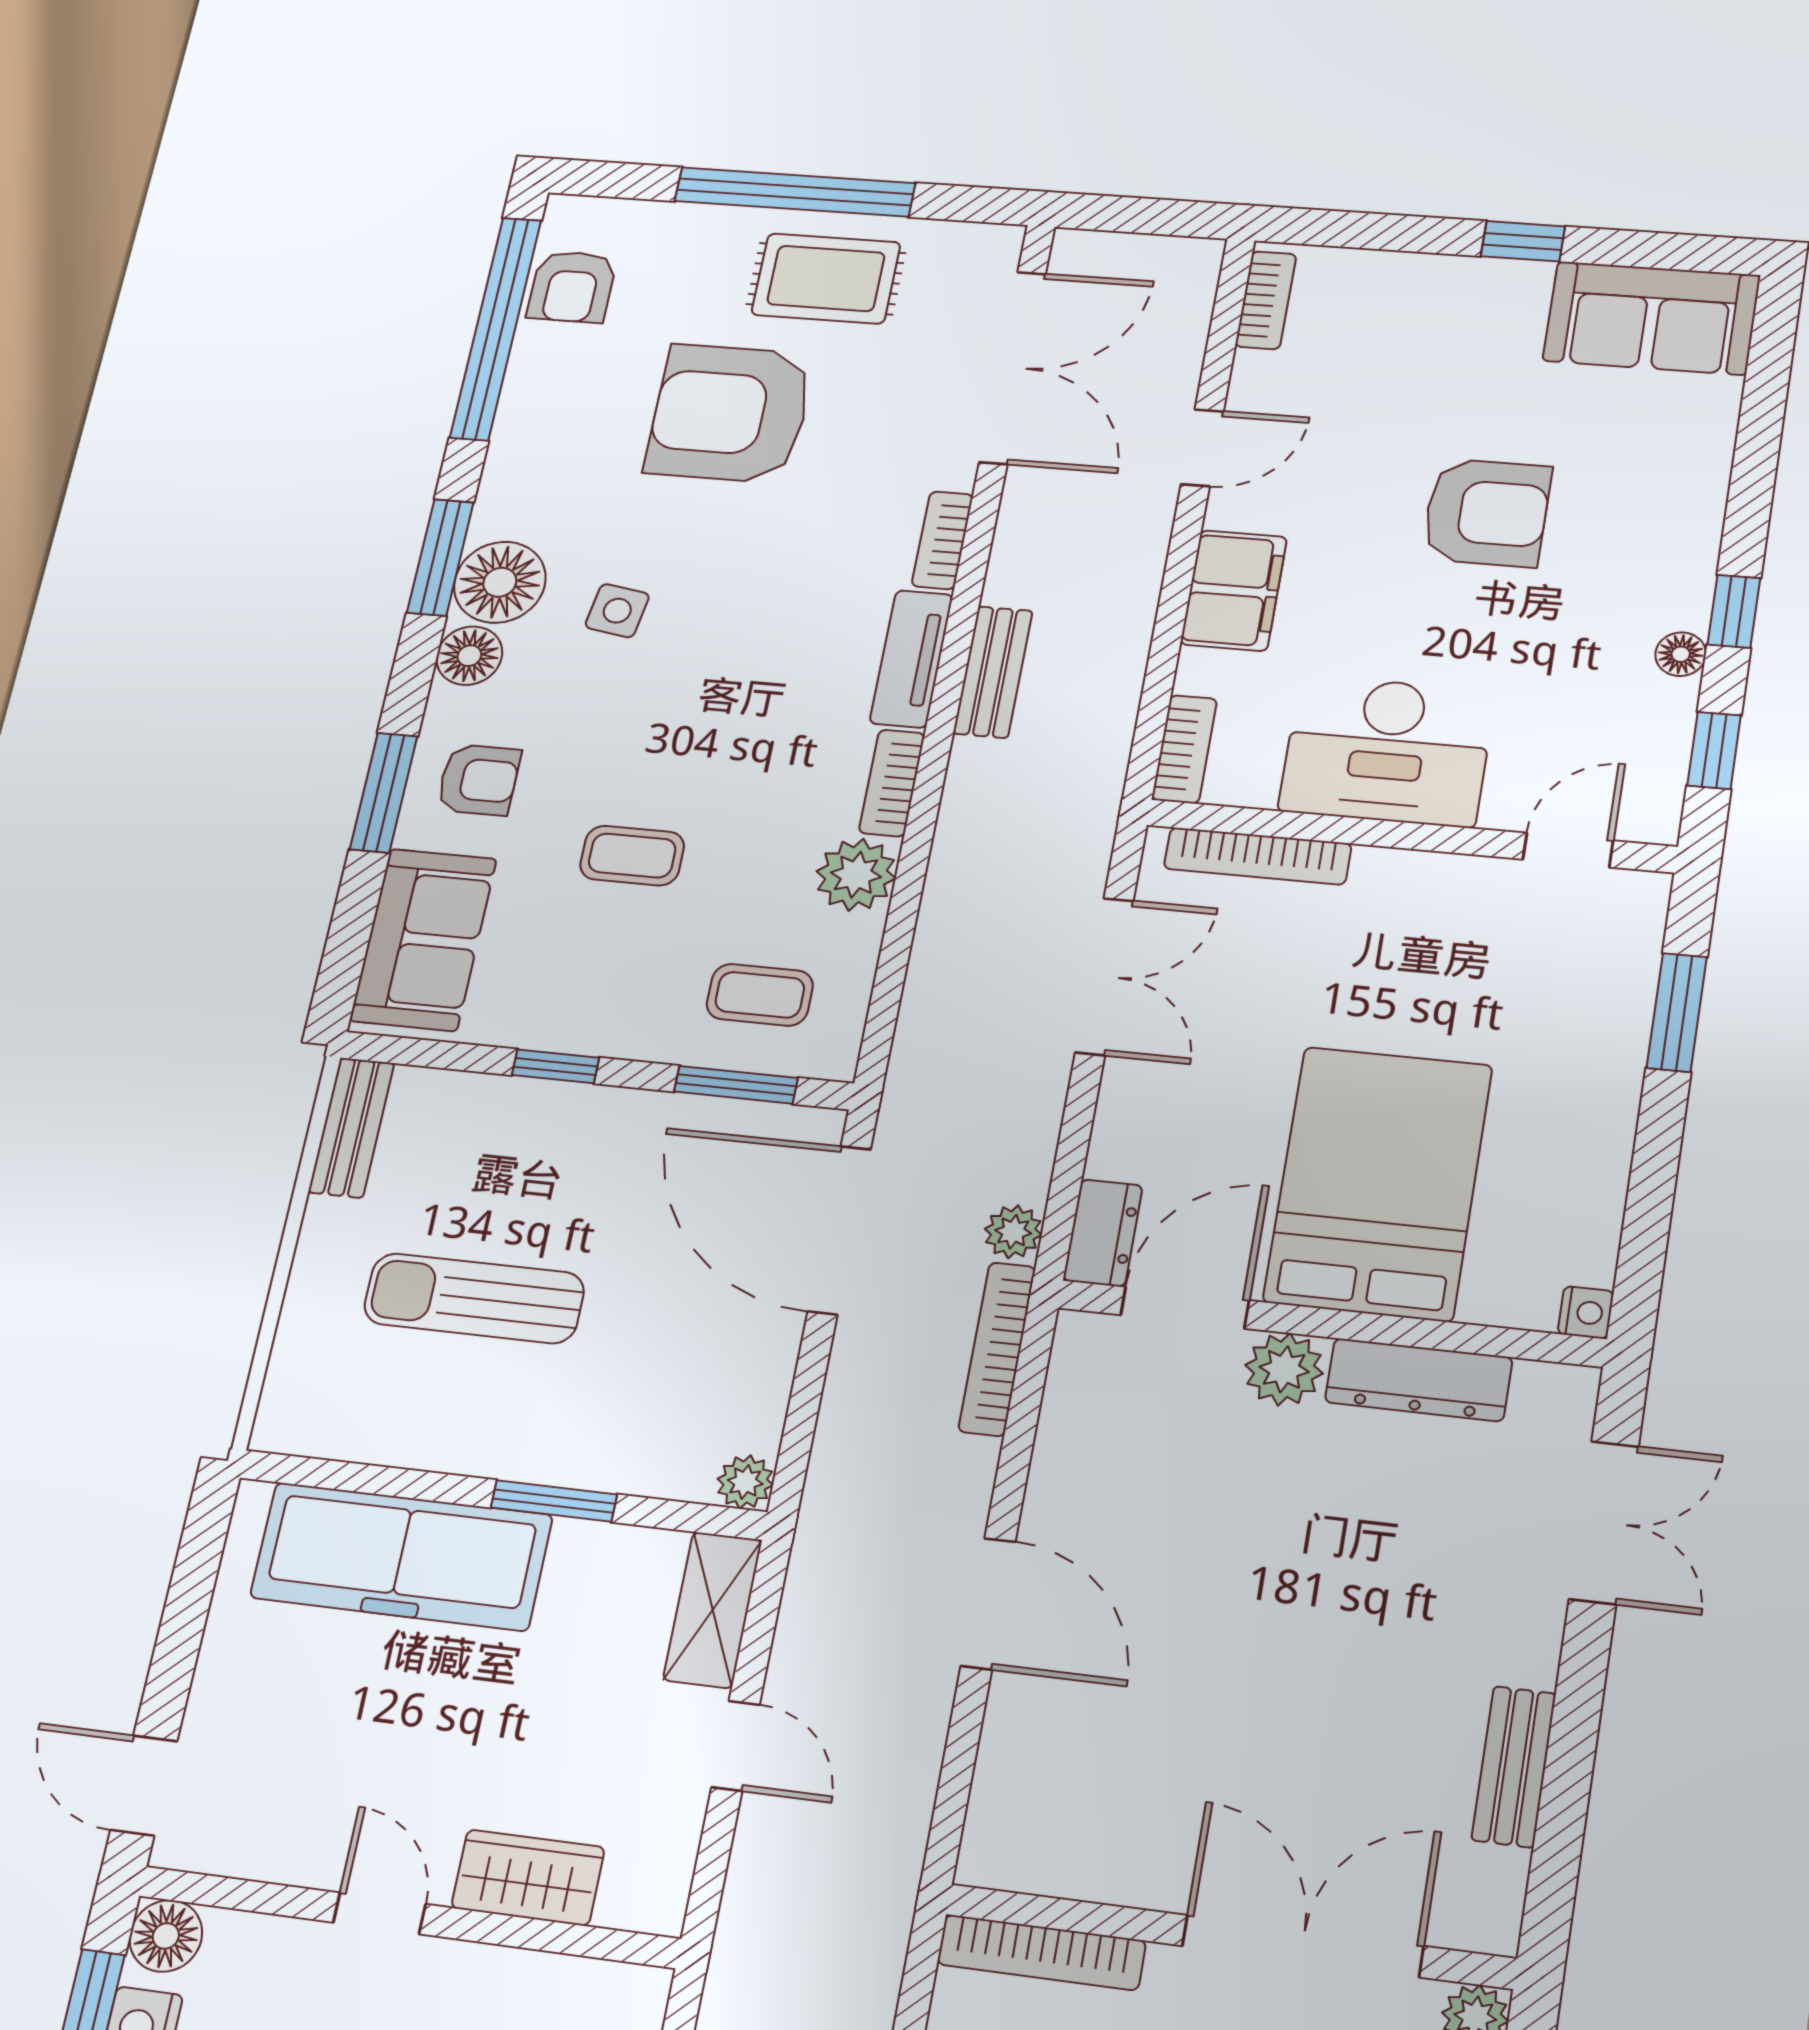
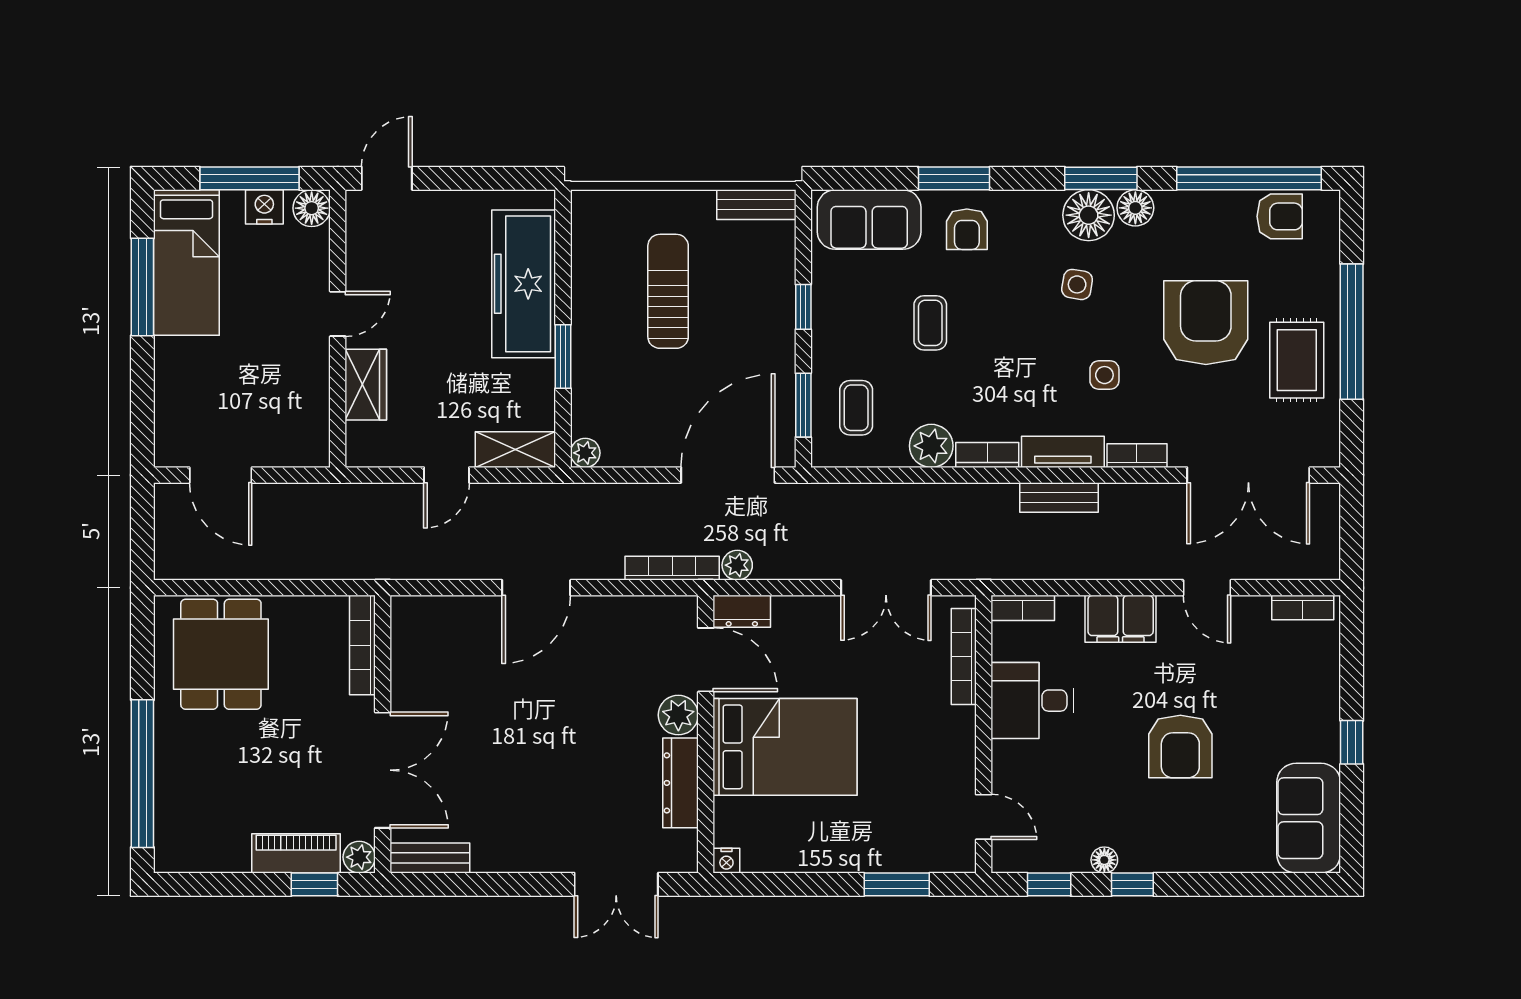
armchair: (572, 287) -> (1280, 216), turned 180
side table: (787, 580) -> (1104, 375), added
floor lamp: (469, 656) -> (1135, 208), moved
desk: (1387, 751) -> (1032, 701), width x0.73
bench: (1514, 1767) -> (430, 858), moved

